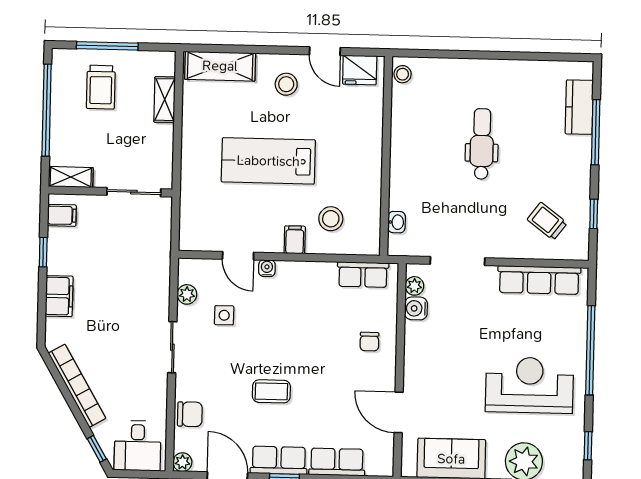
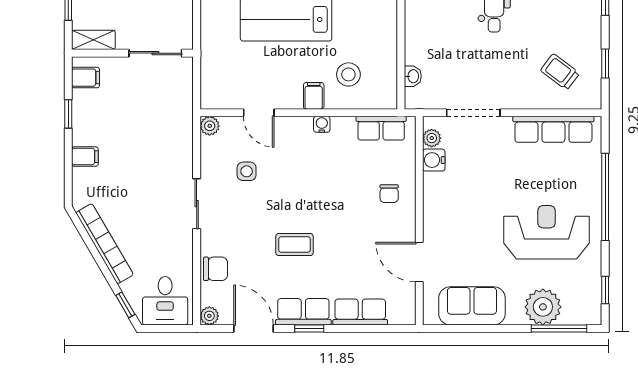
water cooler: (267, 268) -> (322, 124), moved
plant: (187, 294) -> (210, 126), moved
filing cabinet: (59, 296) -> (85, 157), width x0.50

